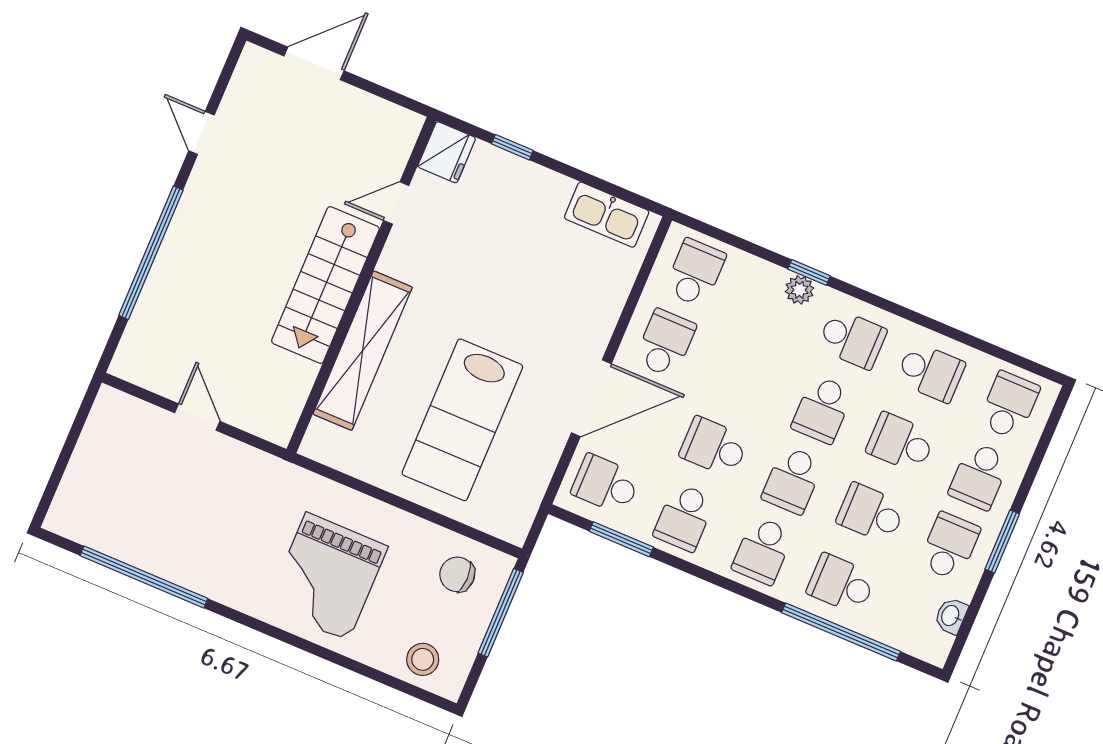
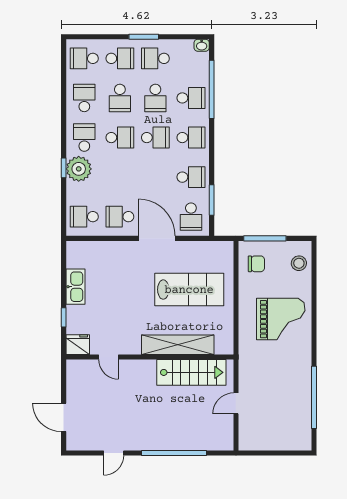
kitchen sink: (607, 215) -> (75, 287), moved
stairs: (325, 285) -> (191, 372), moved
plant: (799, 290) -> (79, 169), width x1.88, depth x1.88
school desk: (714, 447) -> (155, 177), removed
chair: (457, 574) -> (256, 264), turned -90
school desk: (841, 584) -> (191, 98), turned -90
washbasin: (951, 616) -> (202, 45), moved

